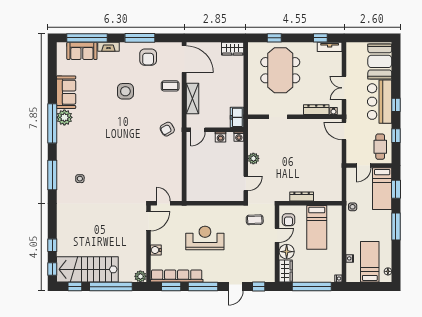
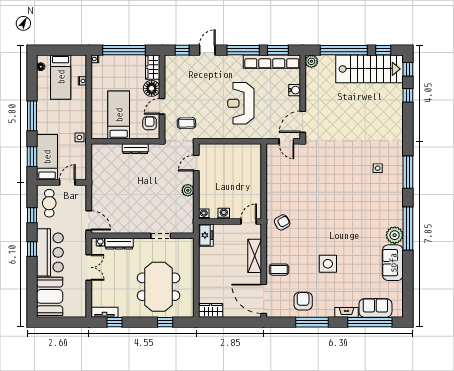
reception desk: (205, 238) -> (241, 103), turned 90

